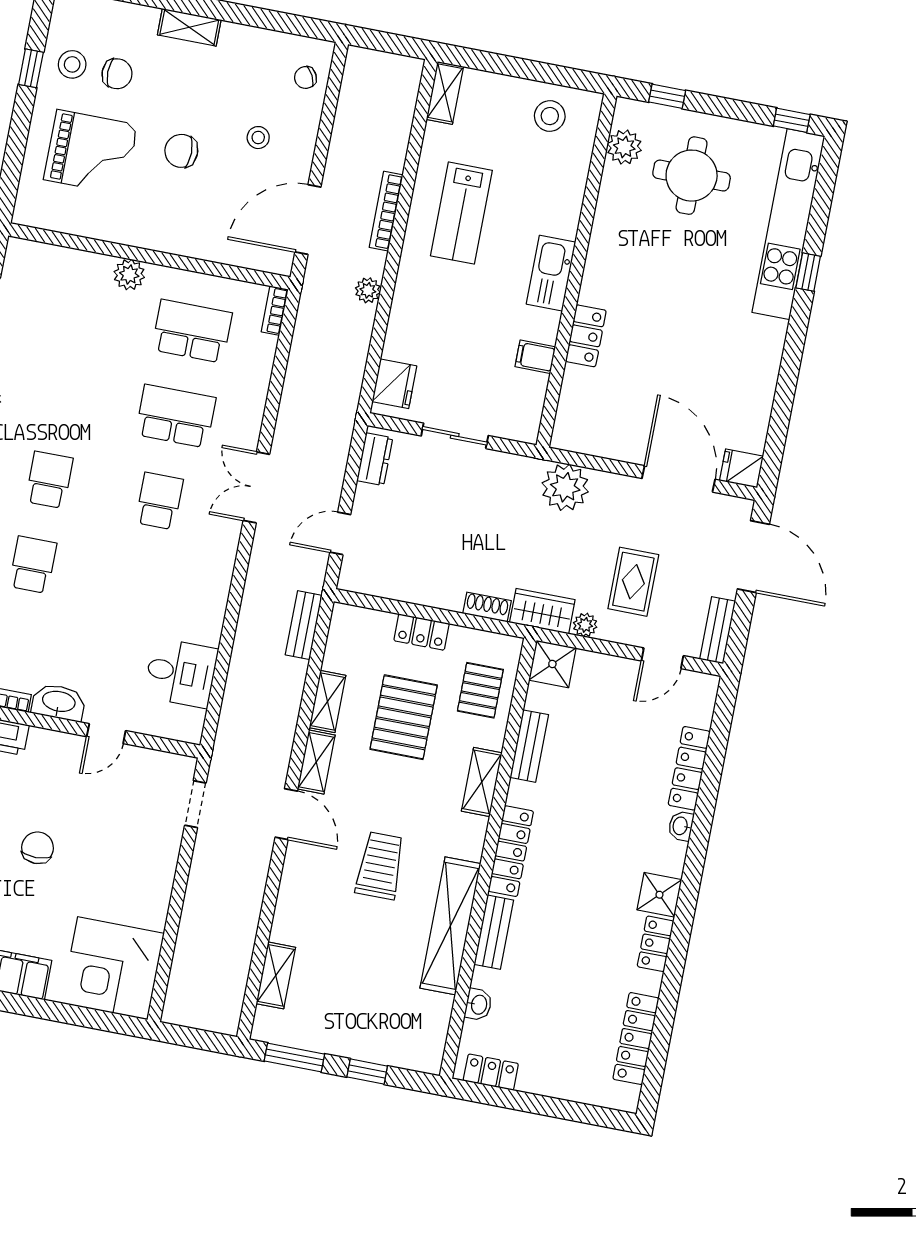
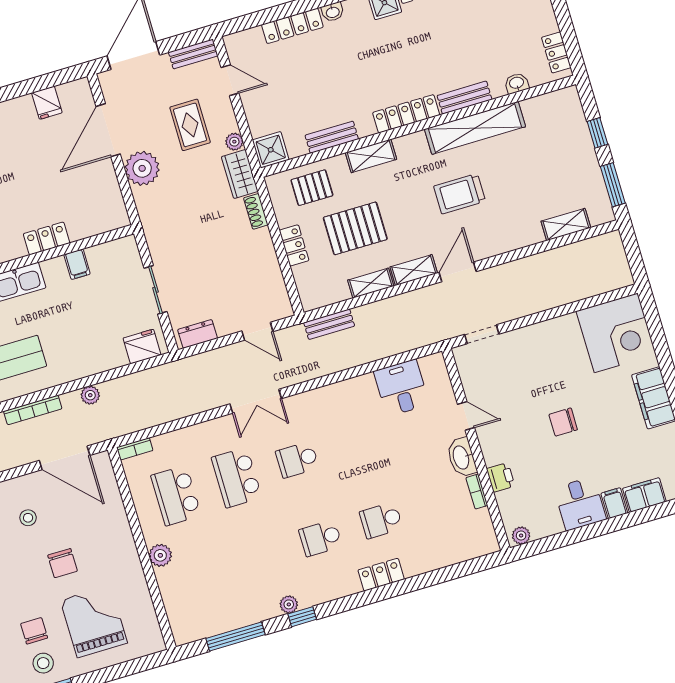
fridge: (741, 468) -> (47, 103), moved
plant: (565, 487) -> (142, 168), moved
rug: (633, 582) -> (190, 125), turned 90

